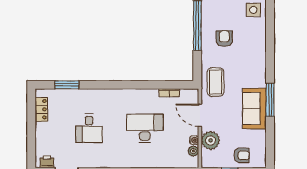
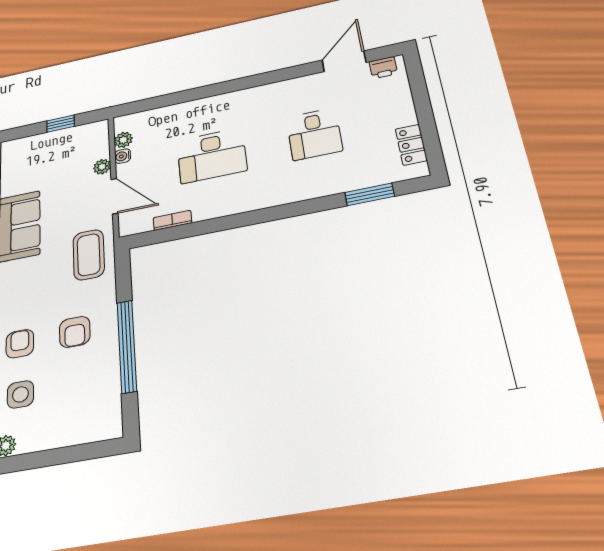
desk: (89, 128) -> (314, 134), turned 180
plant: (211, 140) -> (102, 167), width x0.53, depth x0.53
armchair: (242, 155) -> (20, 344), moved, turned 90

